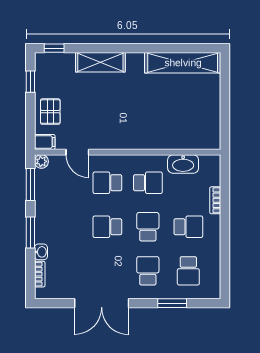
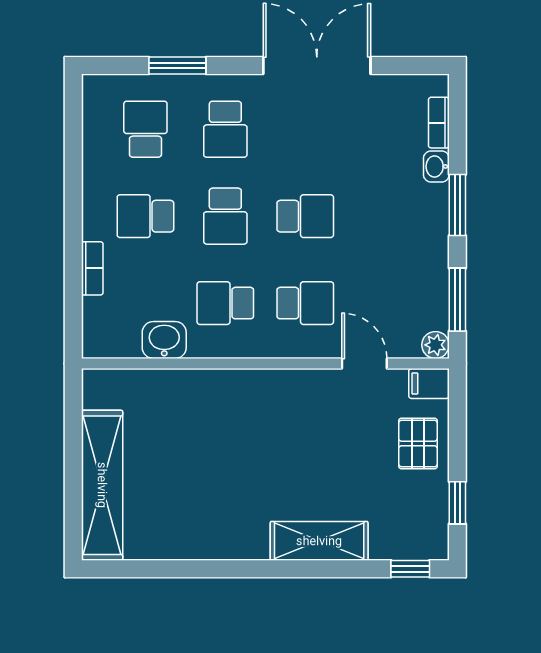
shelving: (183, 63) -> (102, 485), moved, turned 90
washbasin: (183, 164) -> (164, 340), width x0.72

